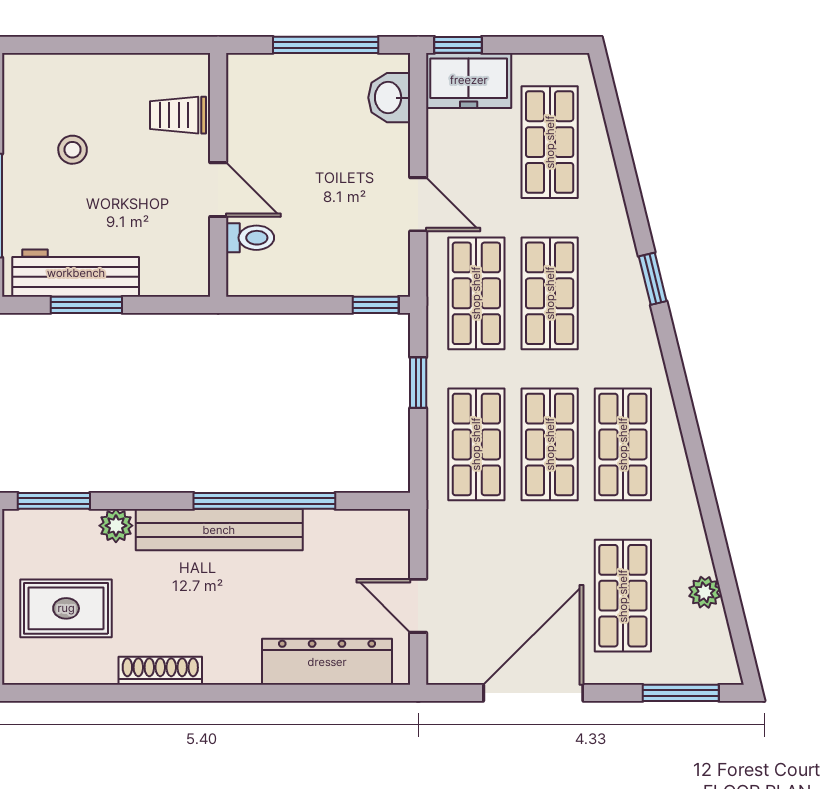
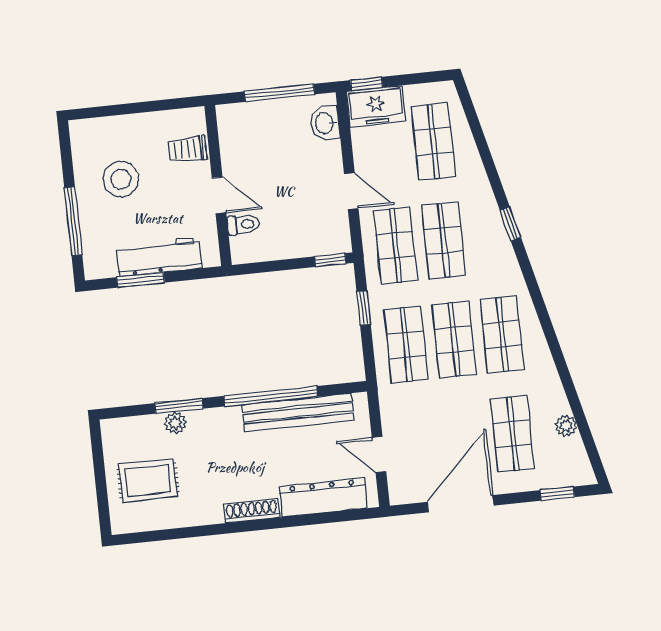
stool: (73, 150) -> (121, 179), width x1.89, depth x1.89
workbench: (76, 273) -> (159, 257), moved
window: (54, 501) -> (179, 406), moved
bench: (219, 530) -> (298, 412), moved
shoe rack: (160, 671) -> (252, 511), moved
window: (681, 693) -> (557, 494), width x0.67

